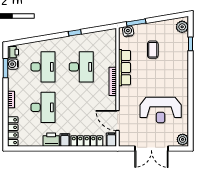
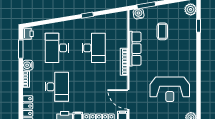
water cooler: (13, 64) -> (28, 65), moved
desk: (43, 67) -> (57, 48), turned 180

